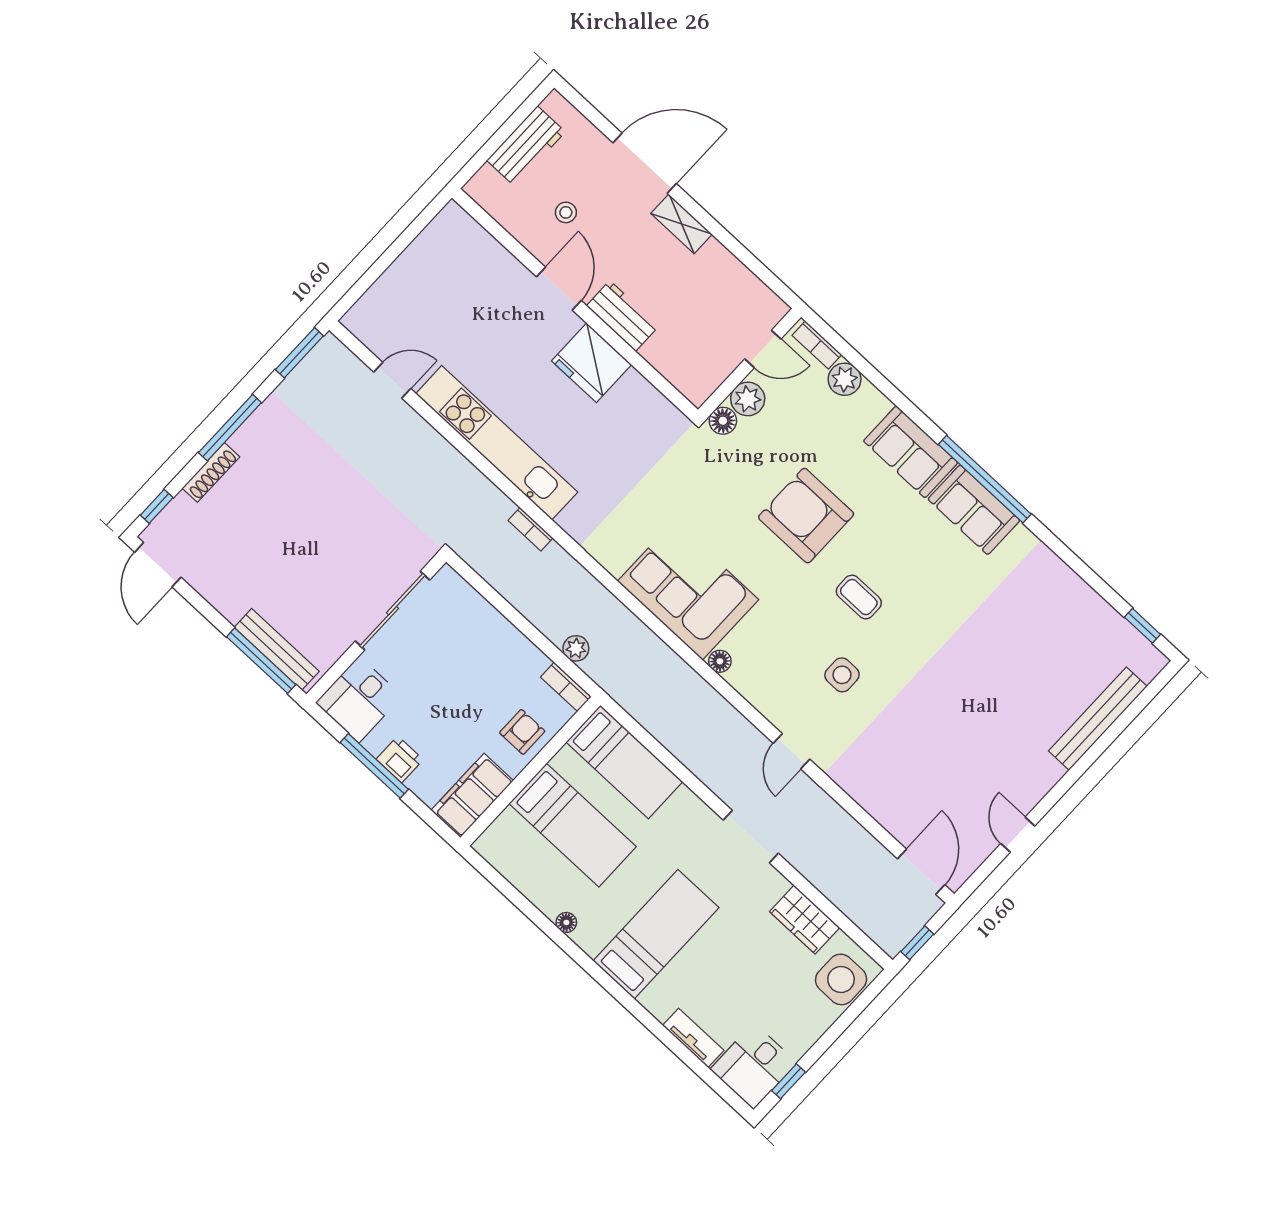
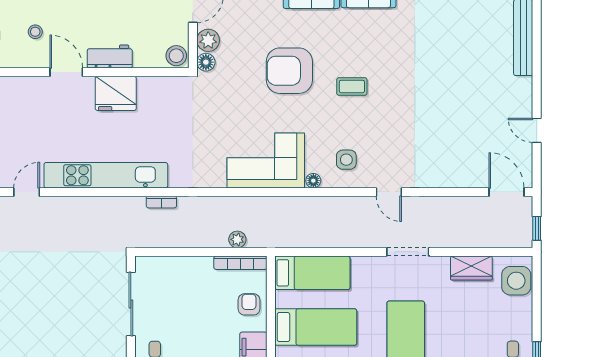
stool: (697, 383) -> (176, 56), added
side table: (842, 675) -> (346, 160), moved
bookcase: (566, 687) -> (240, 263), width x1.56

